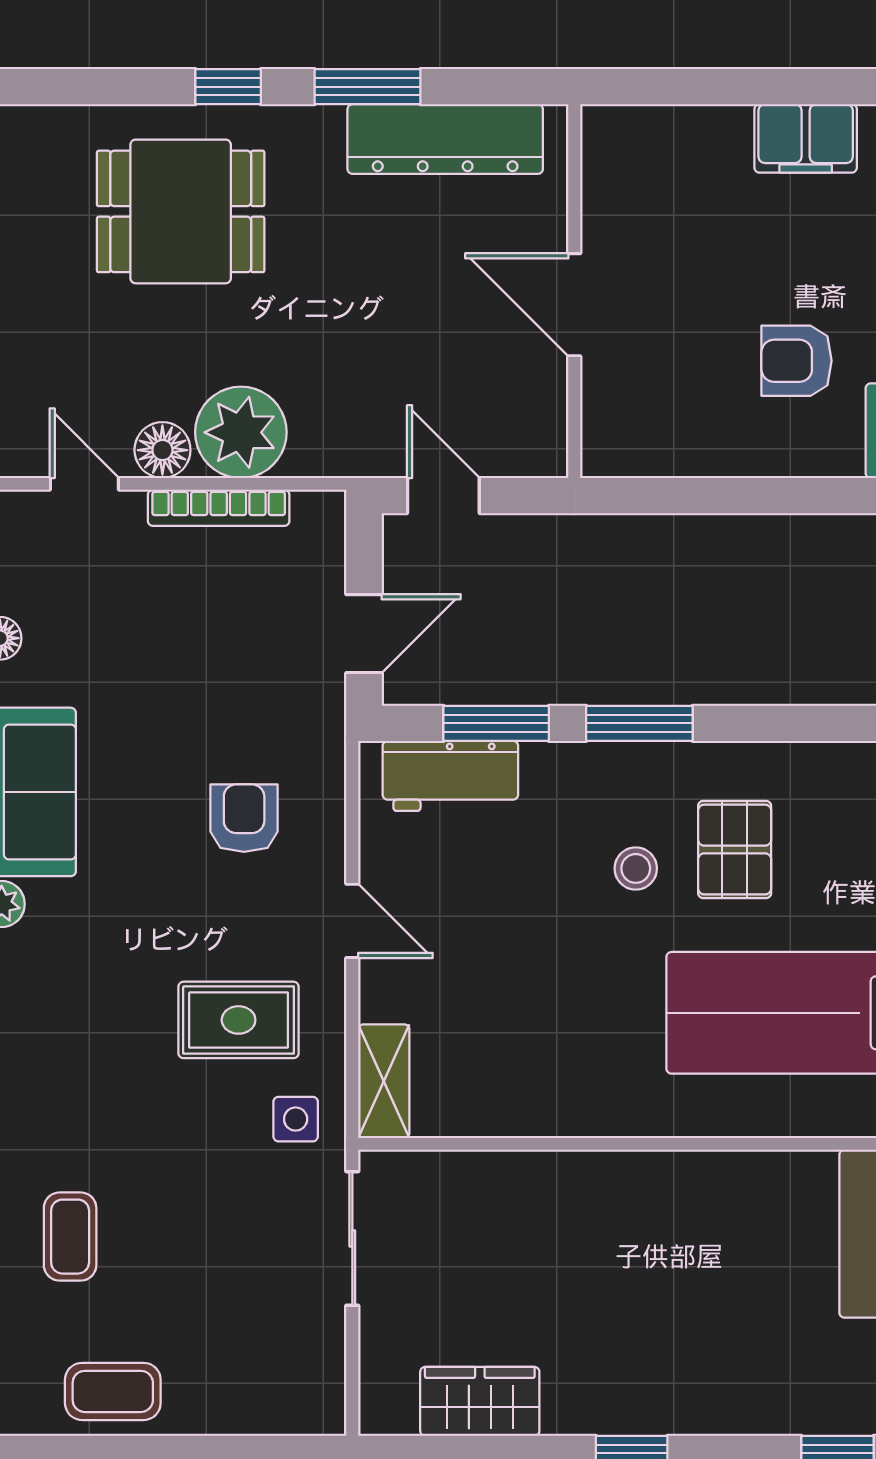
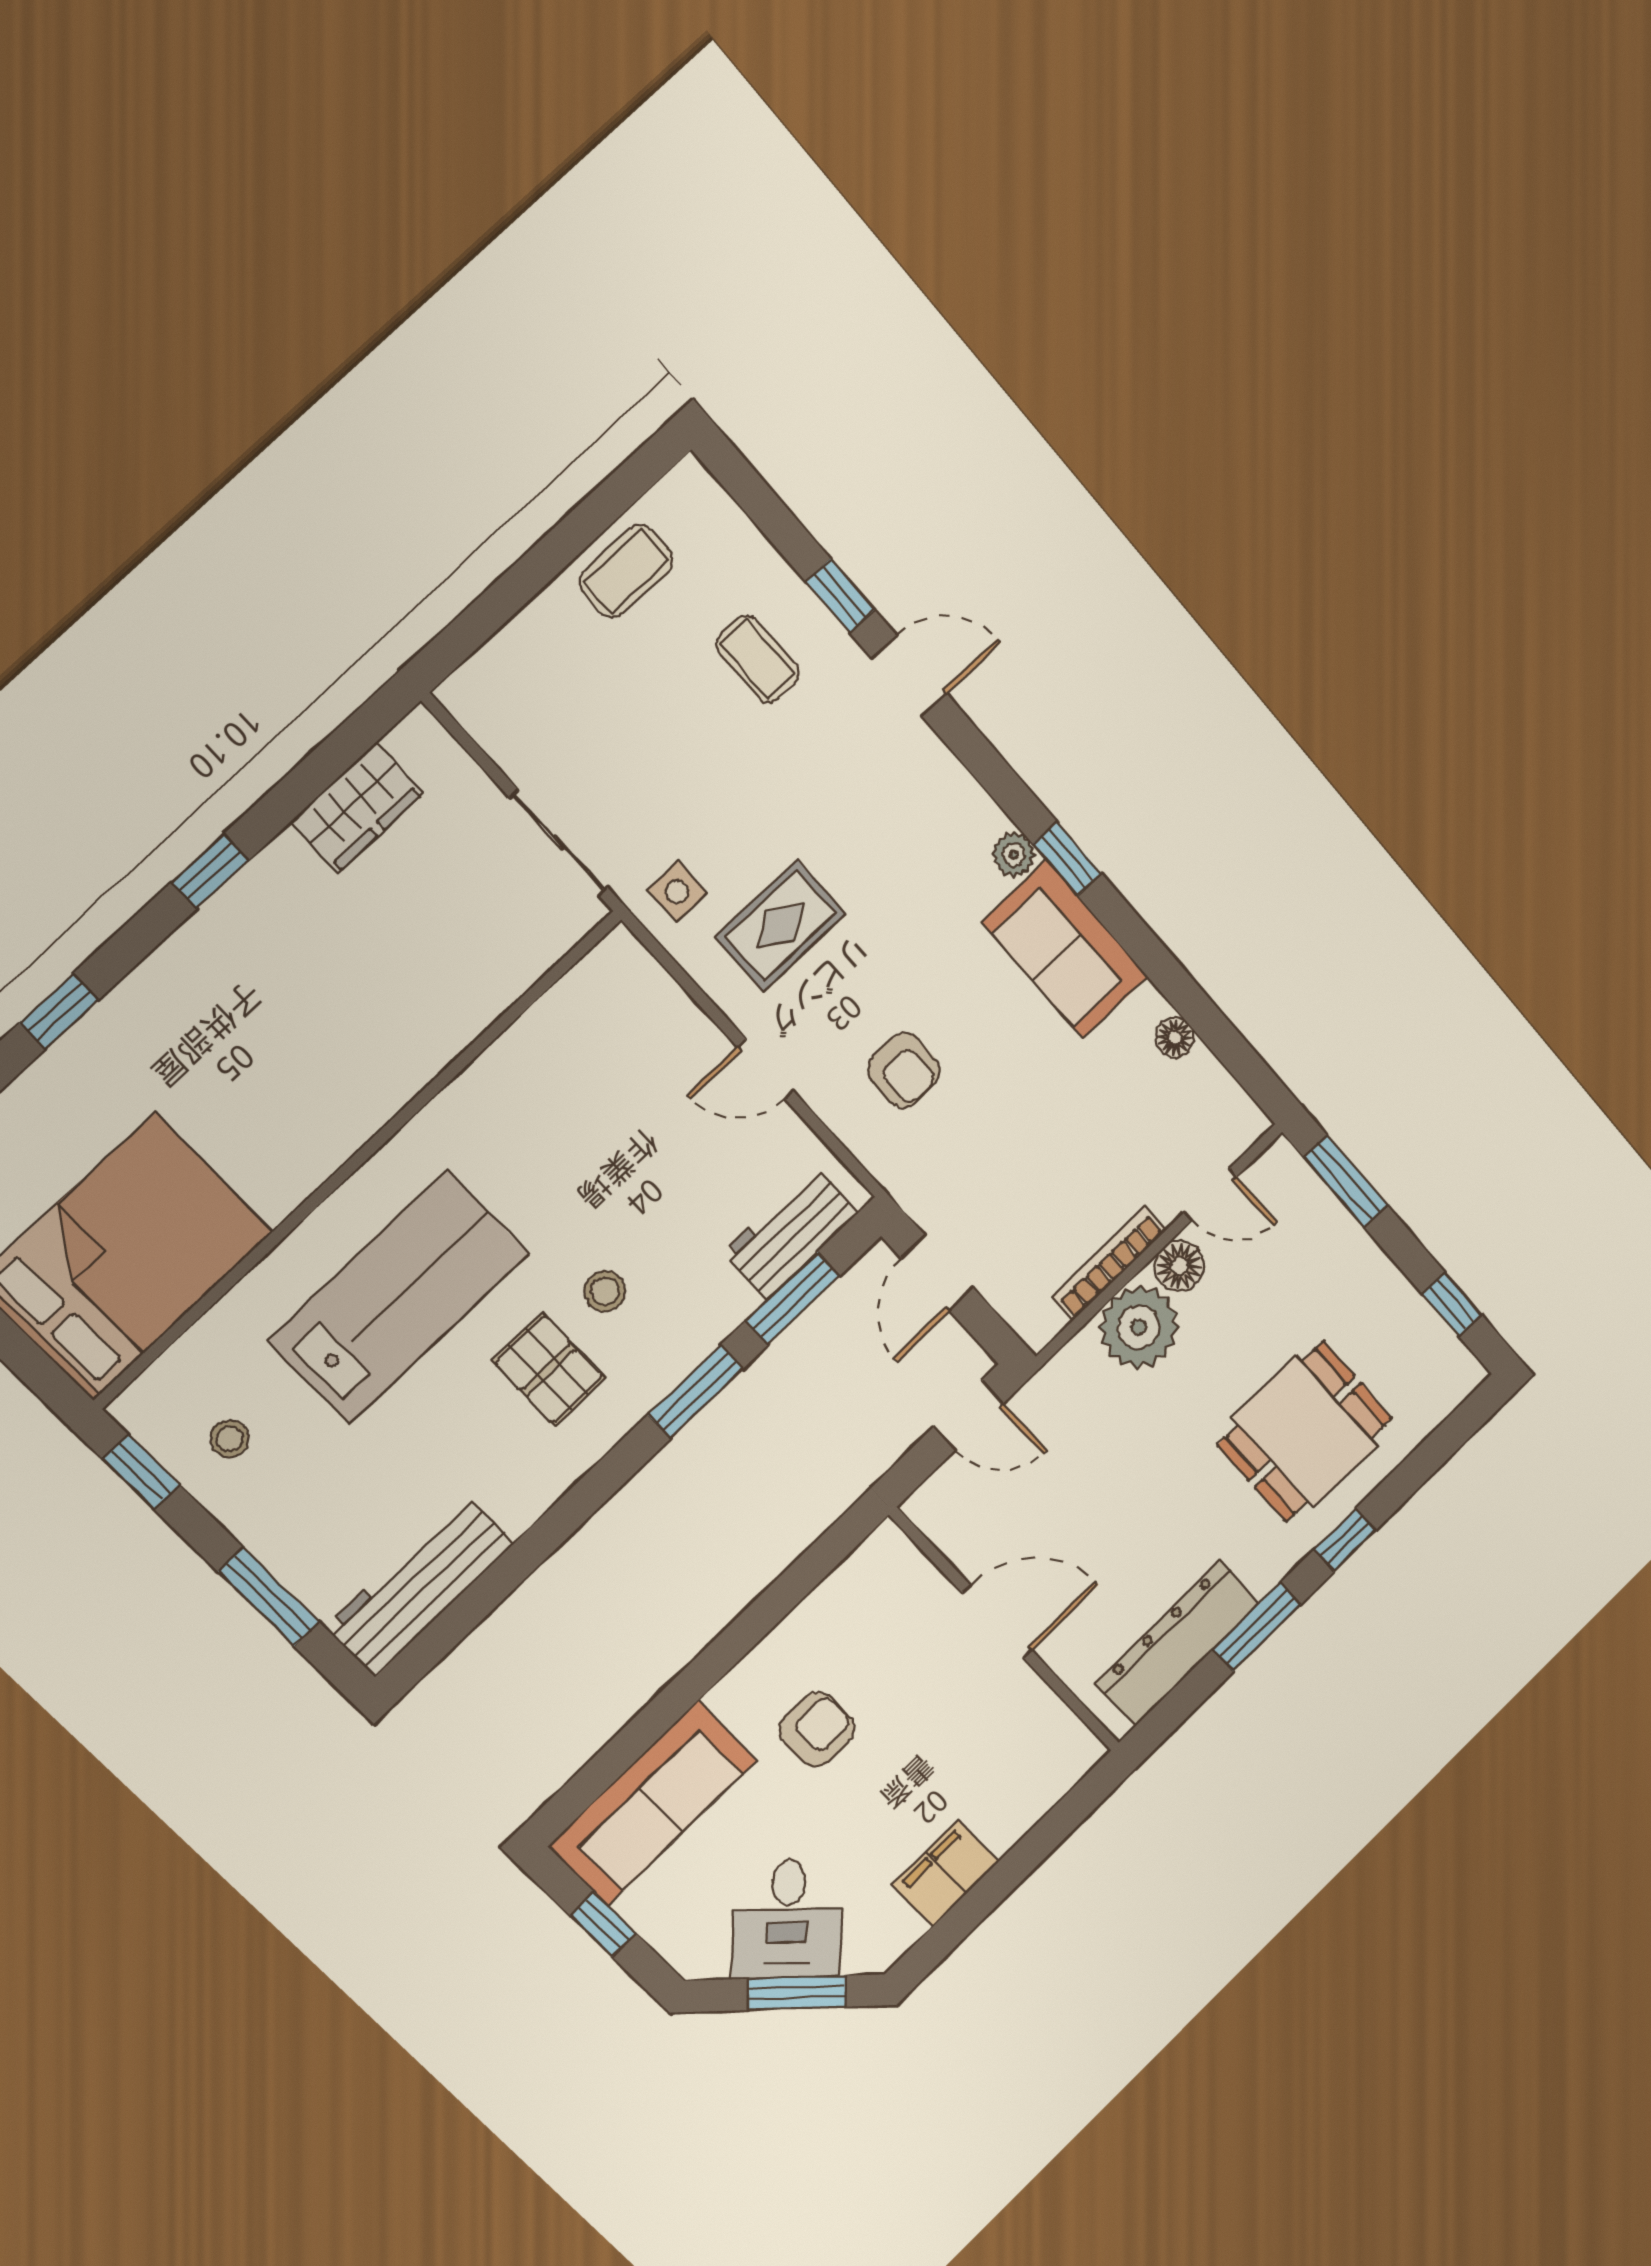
shelving: (384, 1081) -> (641, 977), removed

